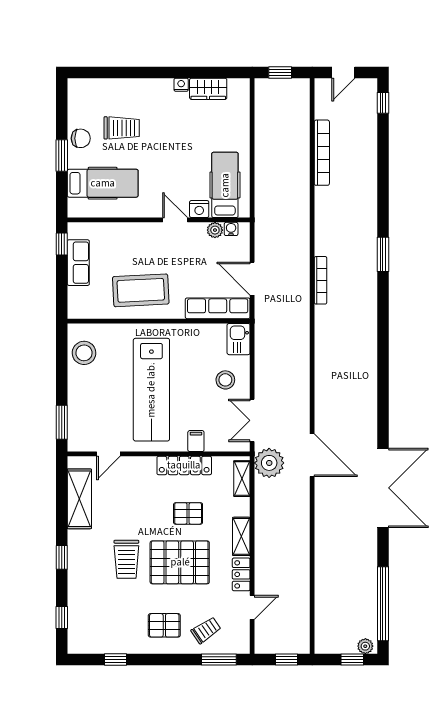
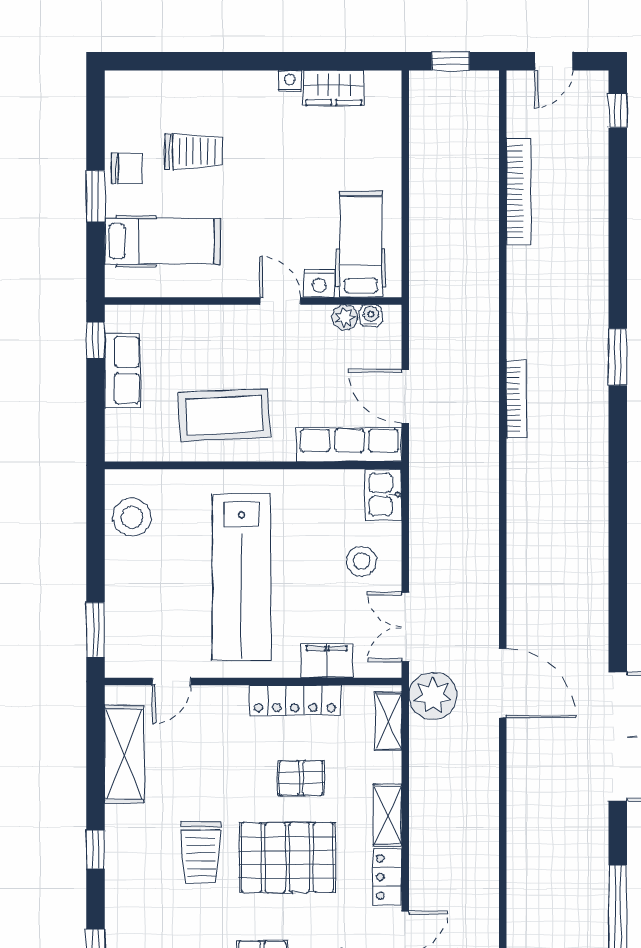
filing cabinet: (196, 441) -> (327, 660), width x2.00

